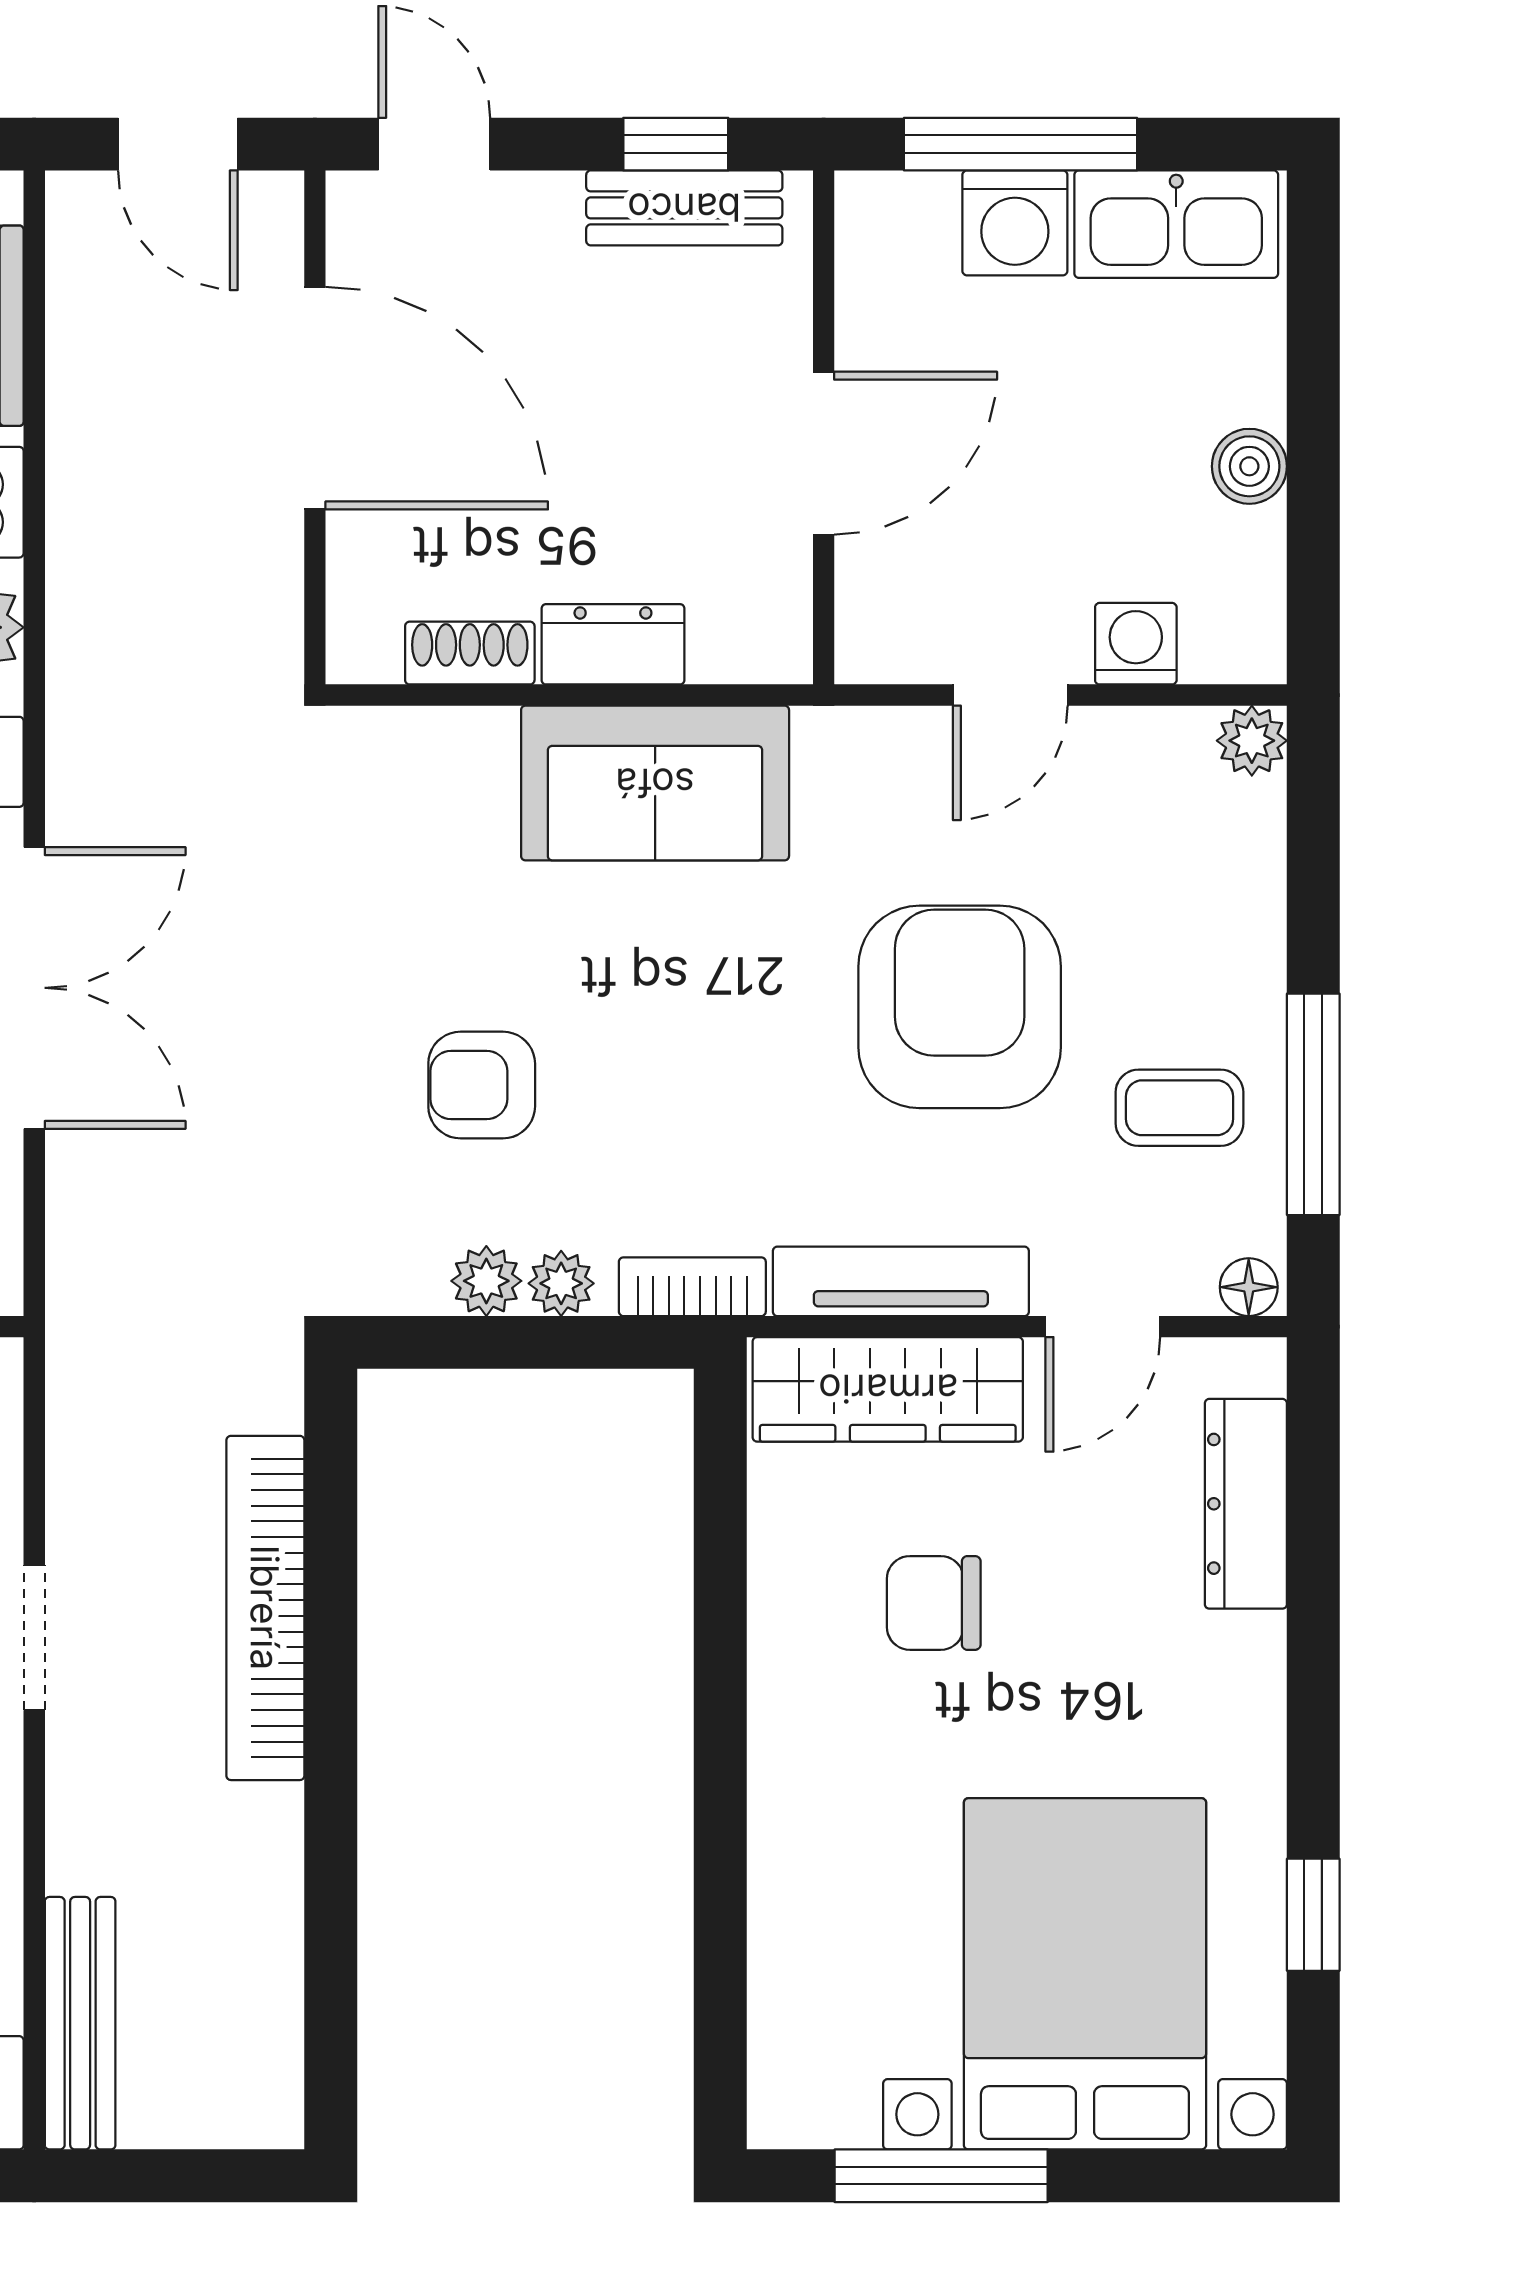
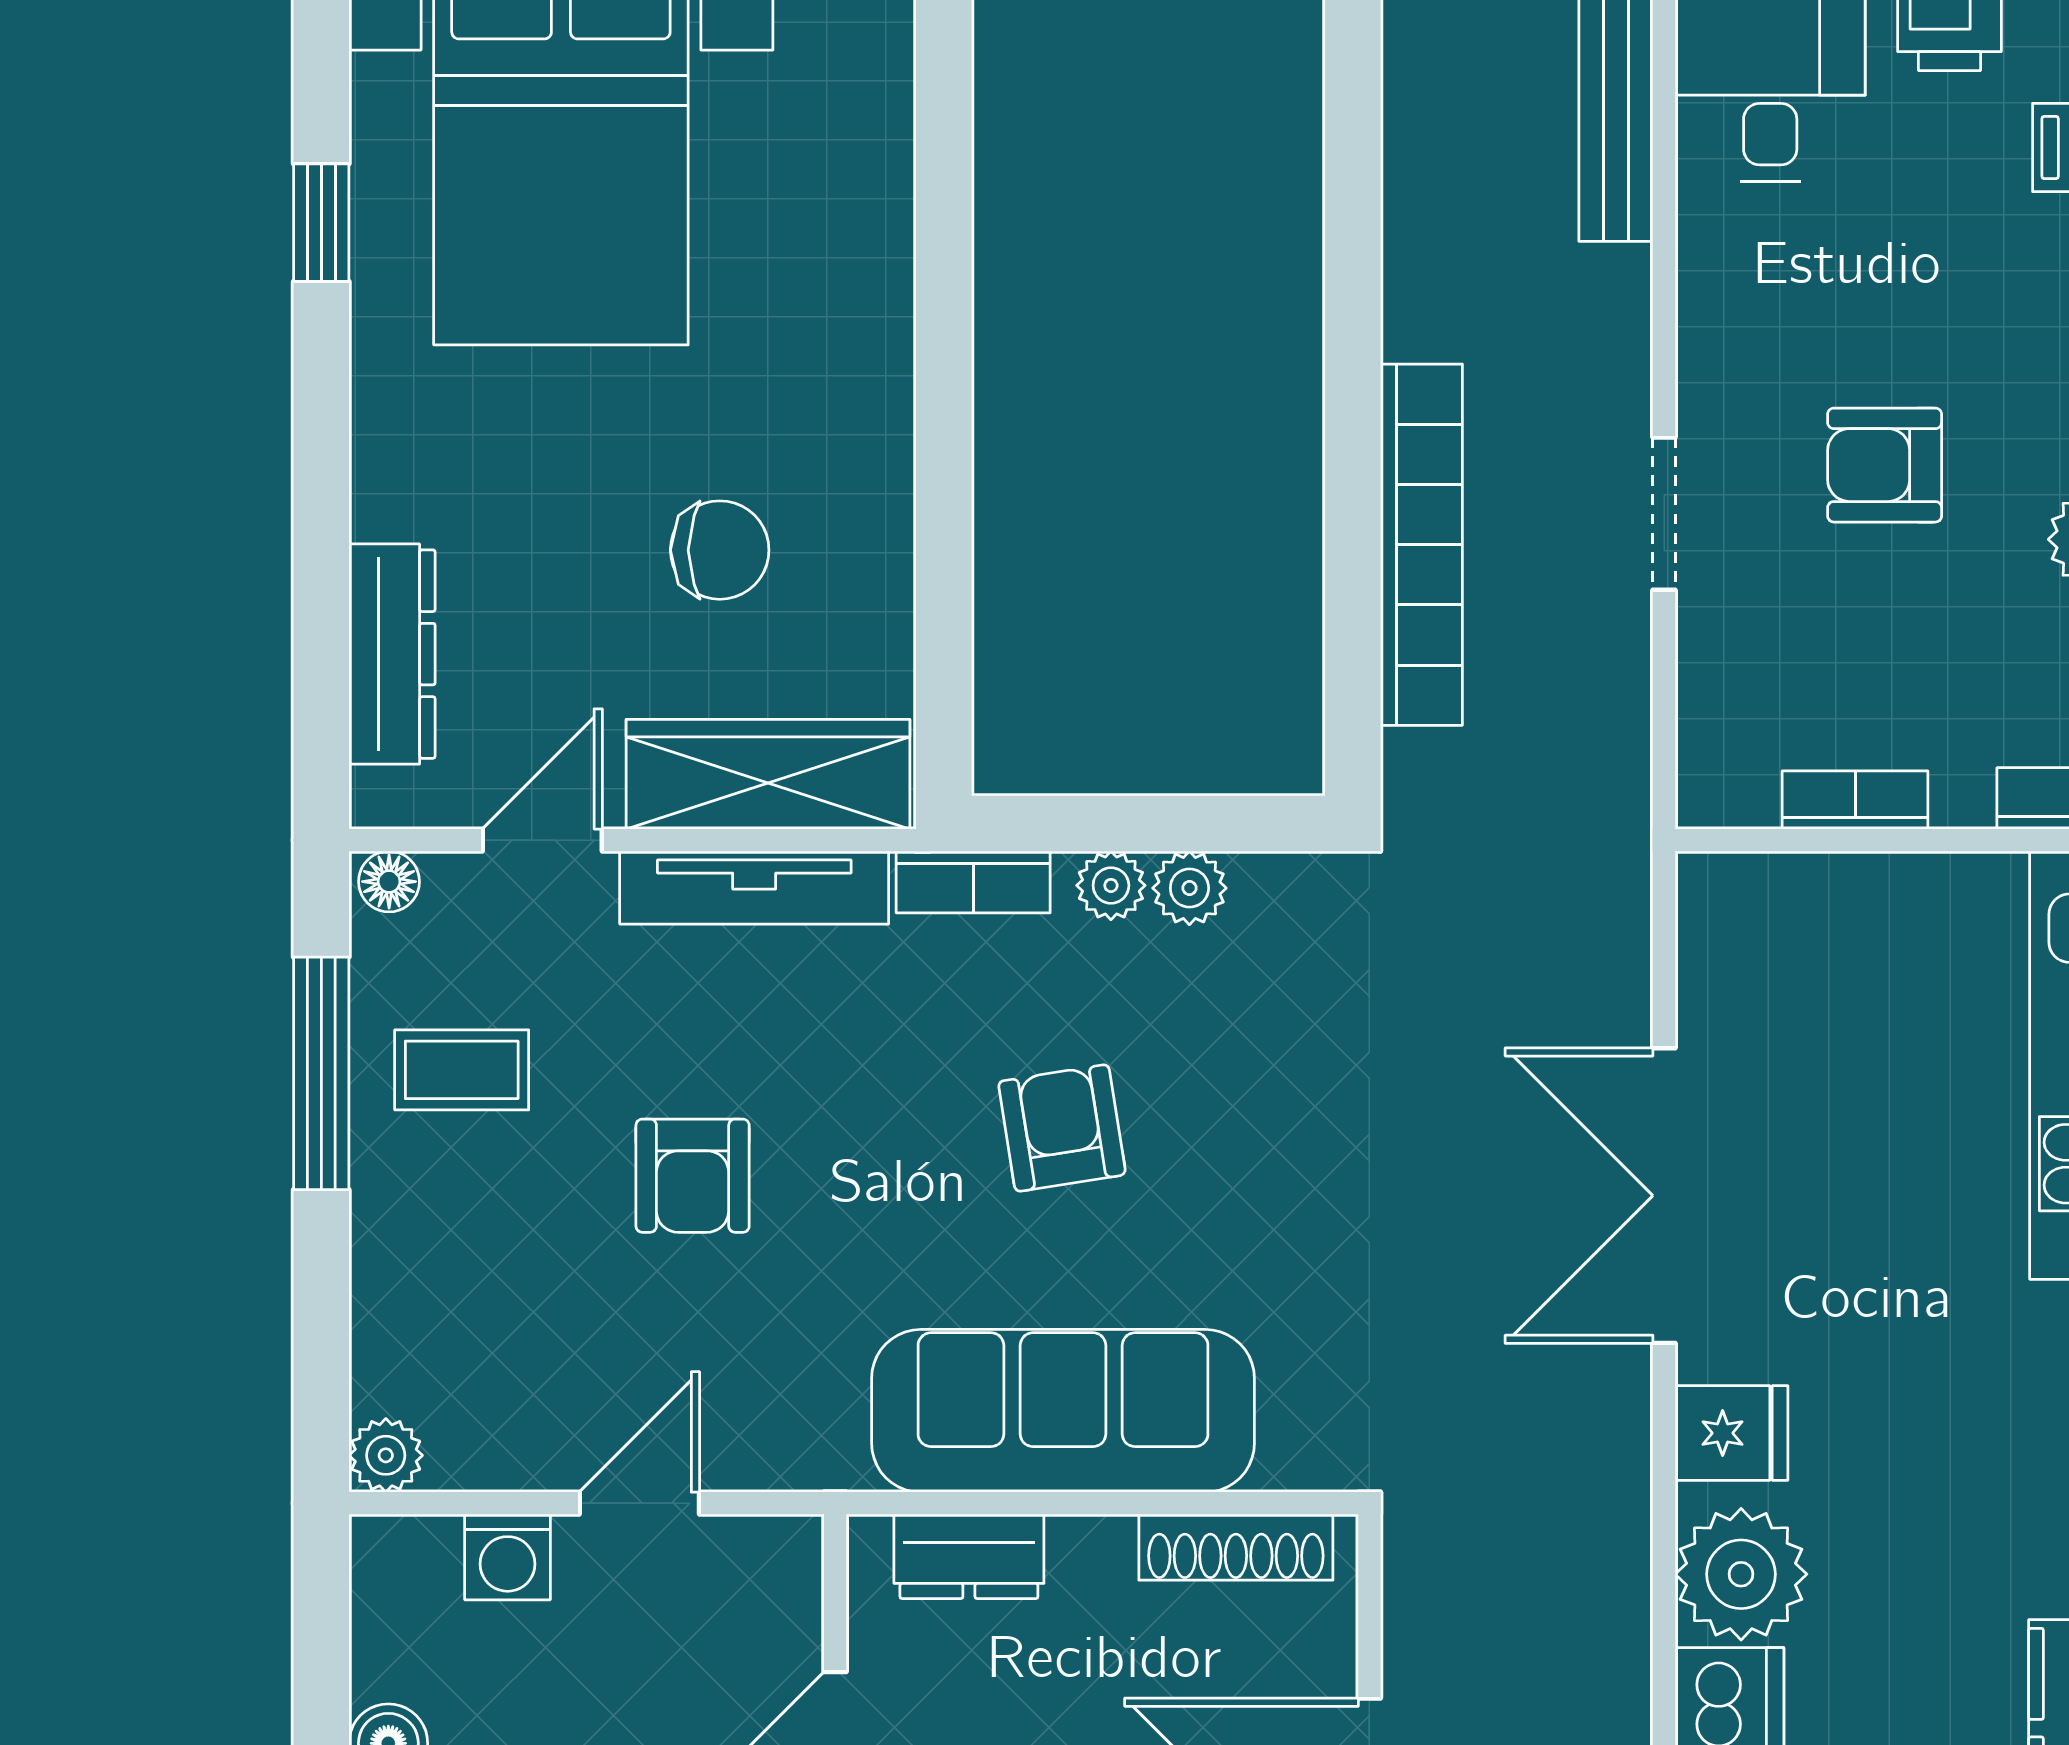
dresser: (613, 644) -> (969, 1556), moved
shoe rack: (470, 653) -> (1236, 1547), width x1.43
sofa: (655, 783) -> (1063, 1411), width x1.36
armchair: (960, 1007) -> (693, 1176), width x0.53, depth x0.53
armchair: (482, 1085) -> (1062, 1128), moved, turned -99

